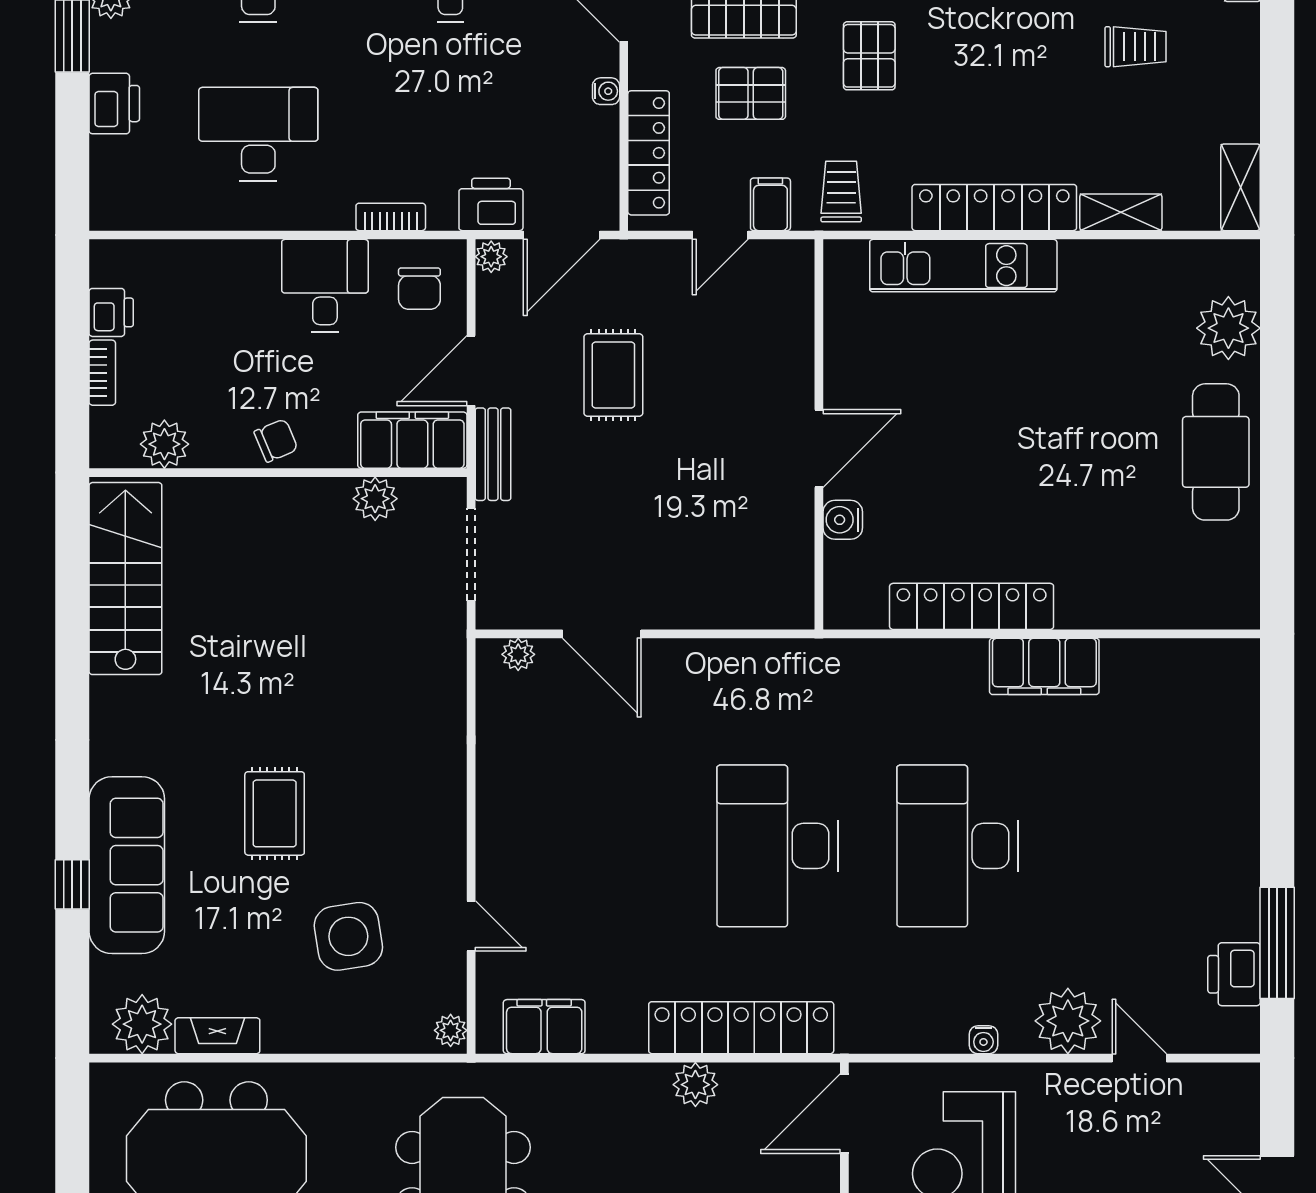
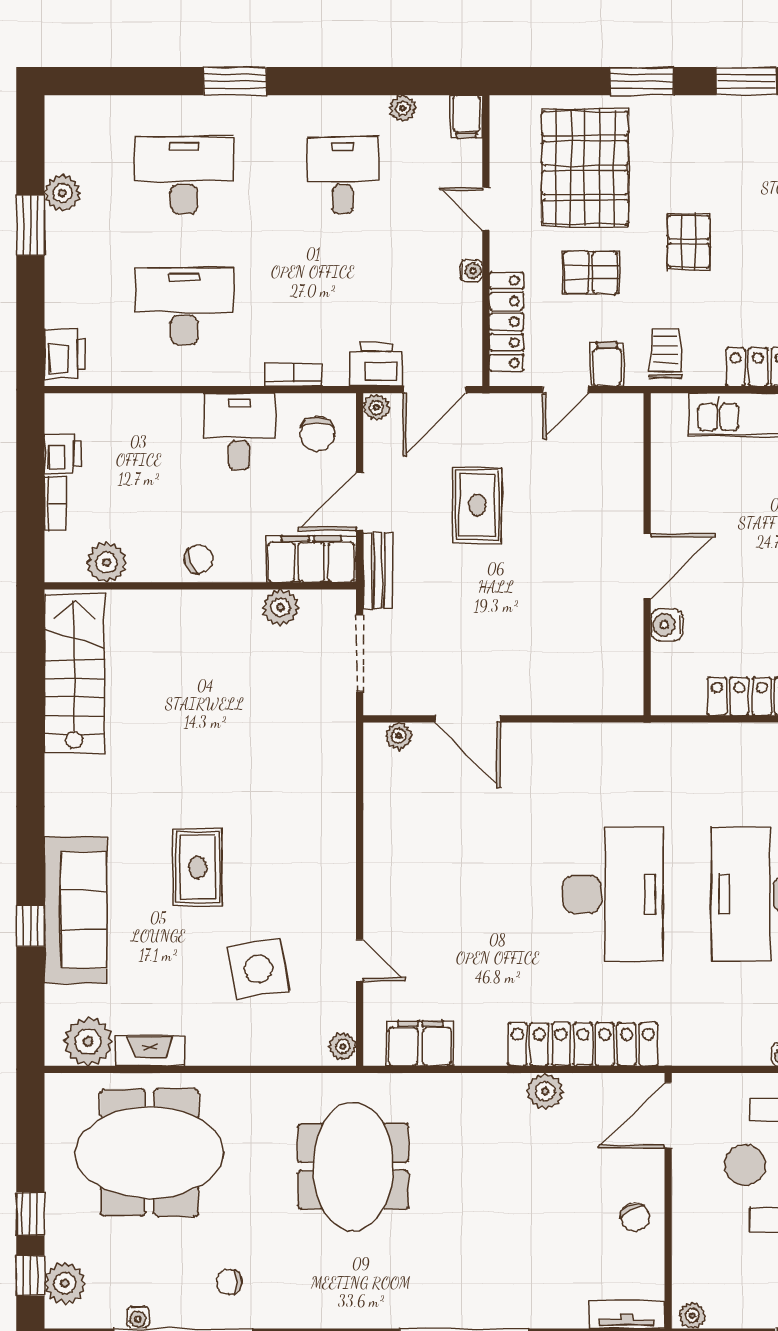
printer: (114, 104) -> (65, 354), moved
desk: (778, 846) -> (613, 894), turned 180

